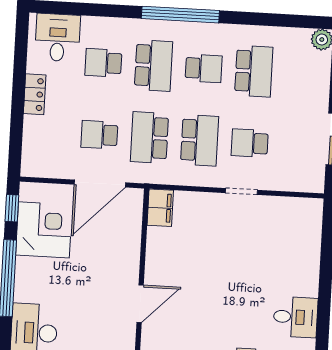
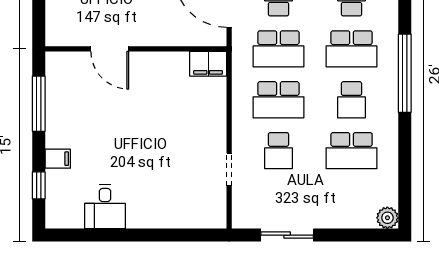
school desk: (149, 138) -> (278, 49), turned 180
school desk: (250, 143) -> (278, 151), turned 180
doorway: (241, 191) -> (229, 169), moved

